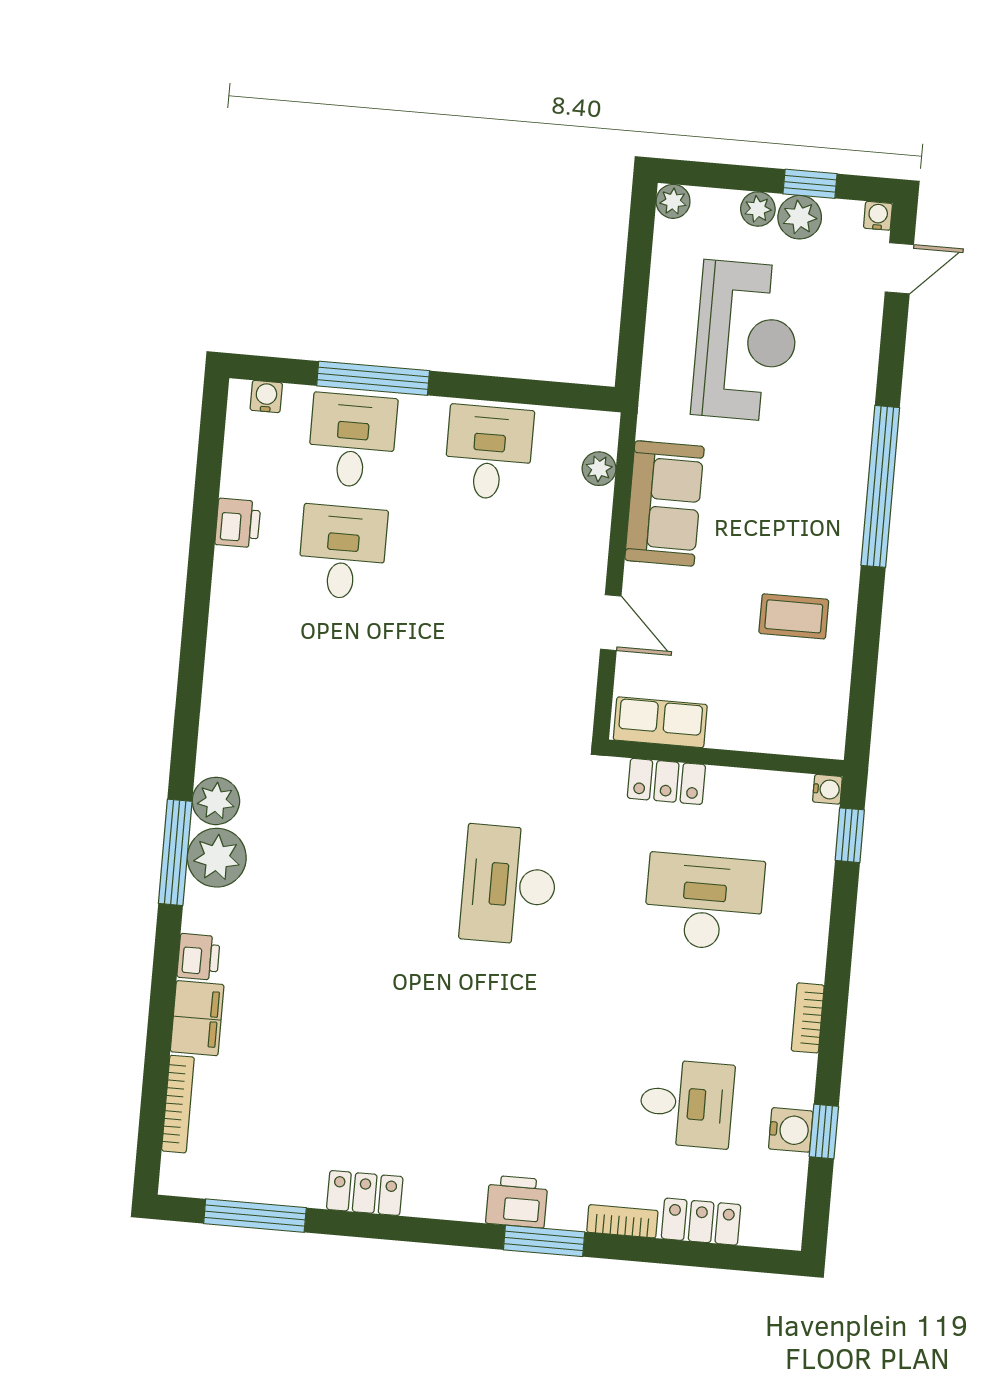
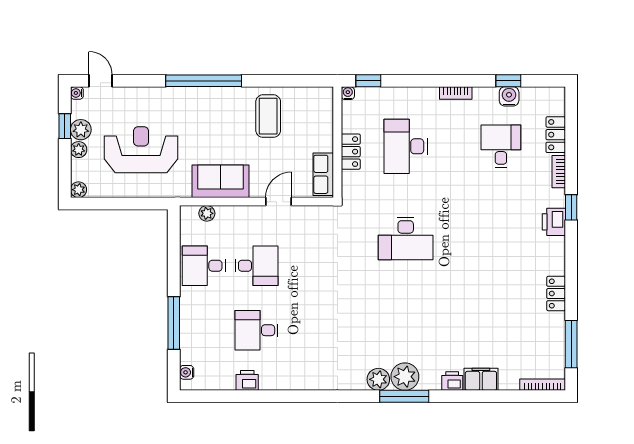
desk: (352, 441) -> (257, 266), moved, turned 180
coffee table: (794, 616) -> (268, 116), width x1.36, depth x1.30
locker: (666, 781) -> (351, 152), moved
bookcase: (178, 1104) -> (543, 385), moved
window: (544, 1241) -> (571, 207), width x0.67

